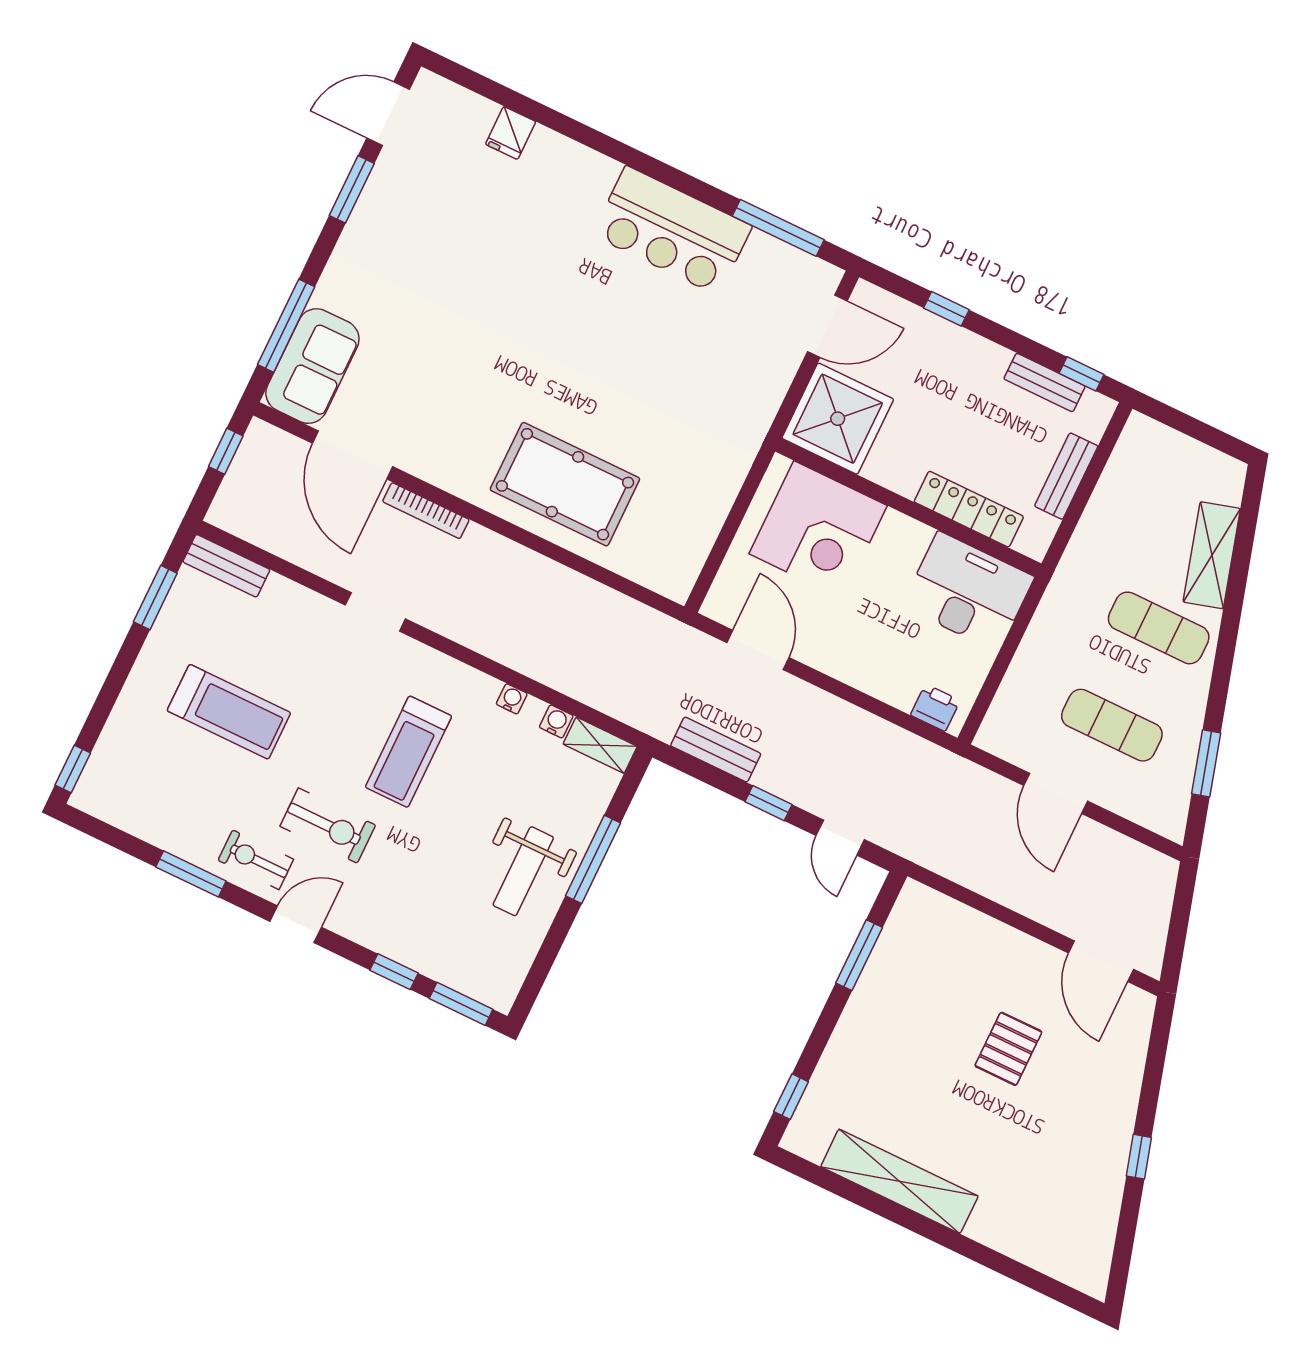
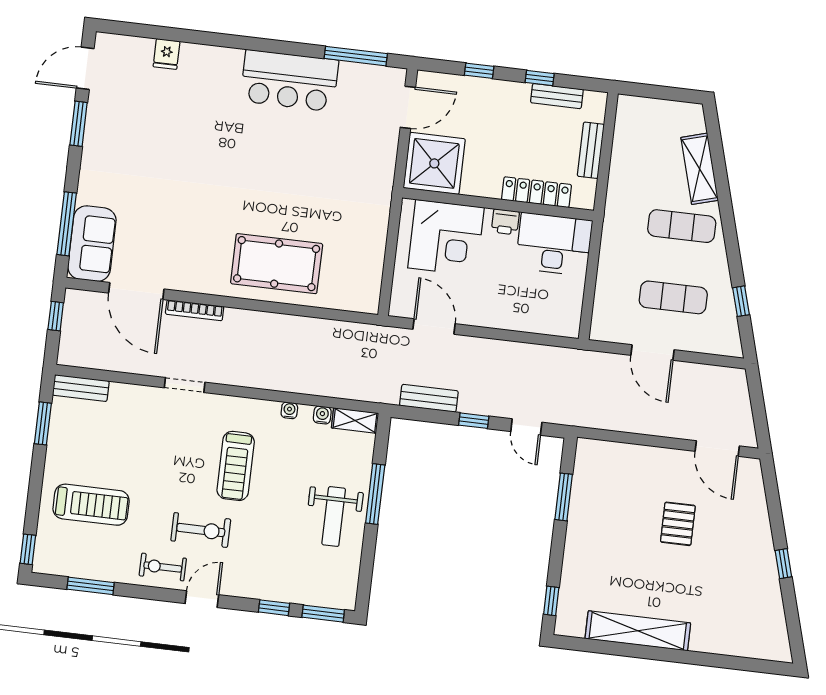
window: (1081, 374) -> (540, 78), moved
printer: (935, 708) -> (505, 222), moved, turned 180
treadmill: (229, 712) -> (91, 505), moved
window: (1206, 763) -> (741, 301), width x0.67
window: (191, 874) -> (91, 586), moved

